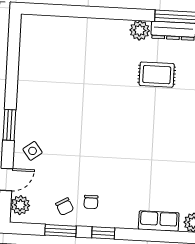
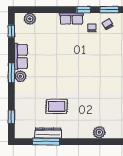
plant: (140, 30) -> (99, 132), moved
row of seats: (159, 221) -> (71, 19), moved

